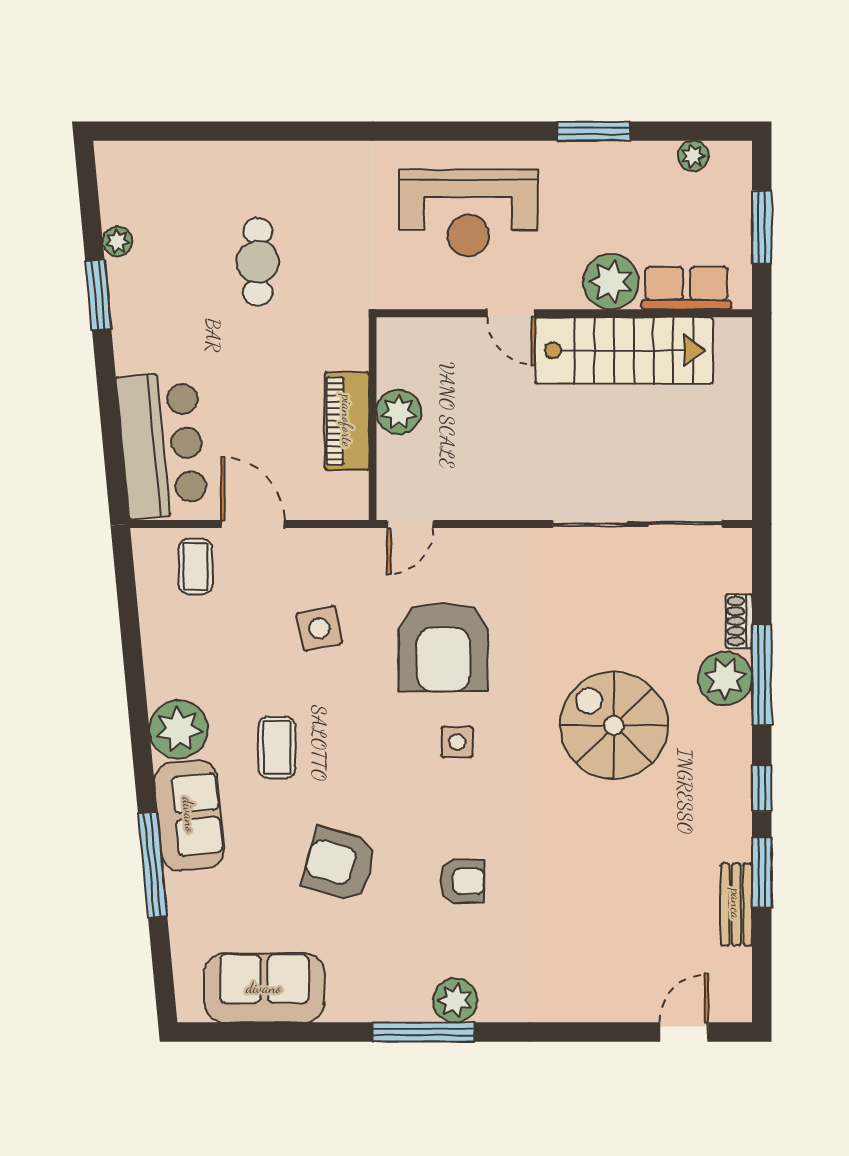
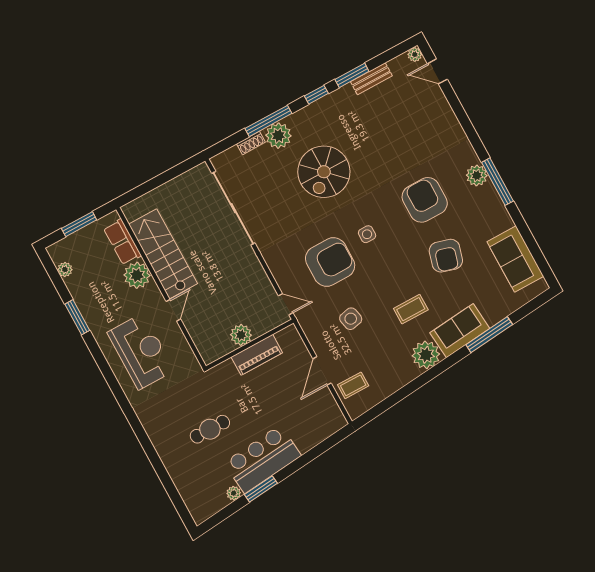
bar counter: (162, 445) -> (263, 459), moved
armchair: (462, 881) -> (425, 200), width x1.88, depth x1.88
plant: (737, 1008) -> (415, 54), added

